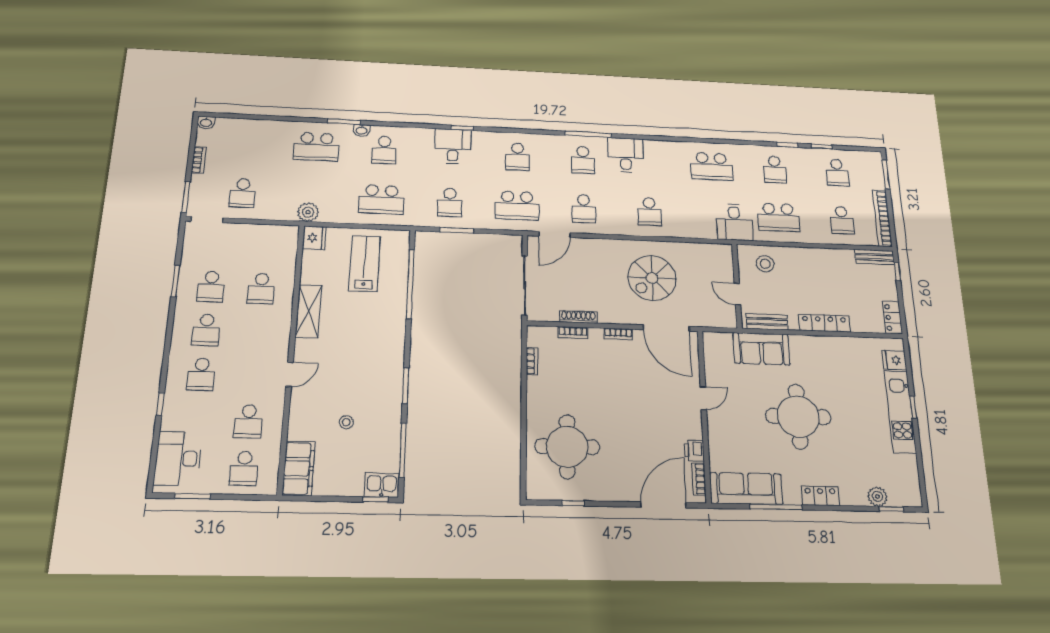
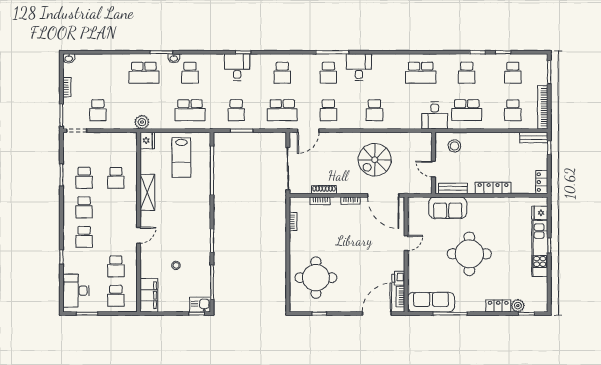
lab bench: (365, 263) -> (181, 157), turned 180
locker: (820, 496) -> (498, 306), moved

